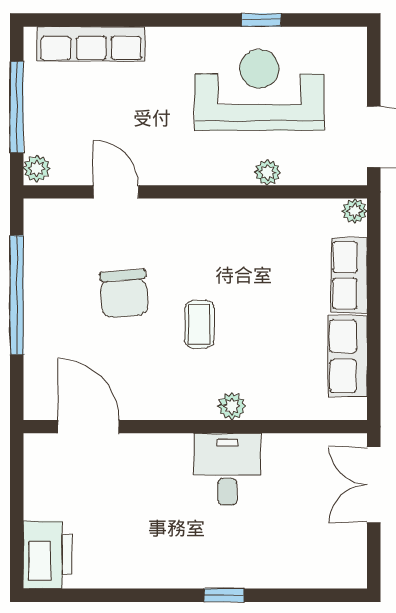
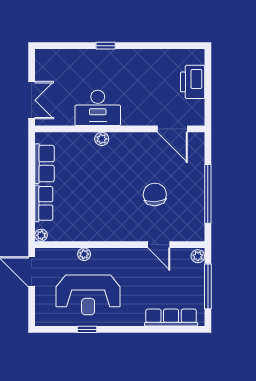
coffee table: (199, 324) -> (118, 179), removed
desk: (227, 469) -> (98, 108), width x1.37
printer: (48, 555) -> (193, 82), moved

